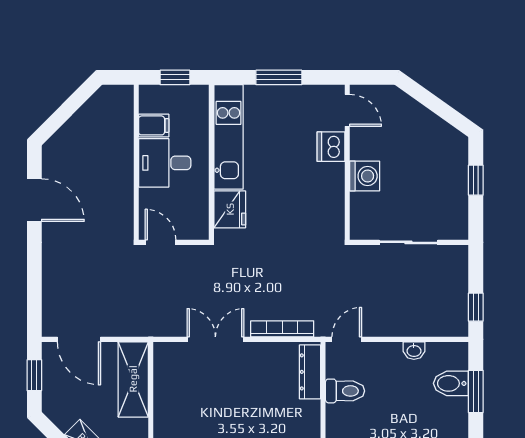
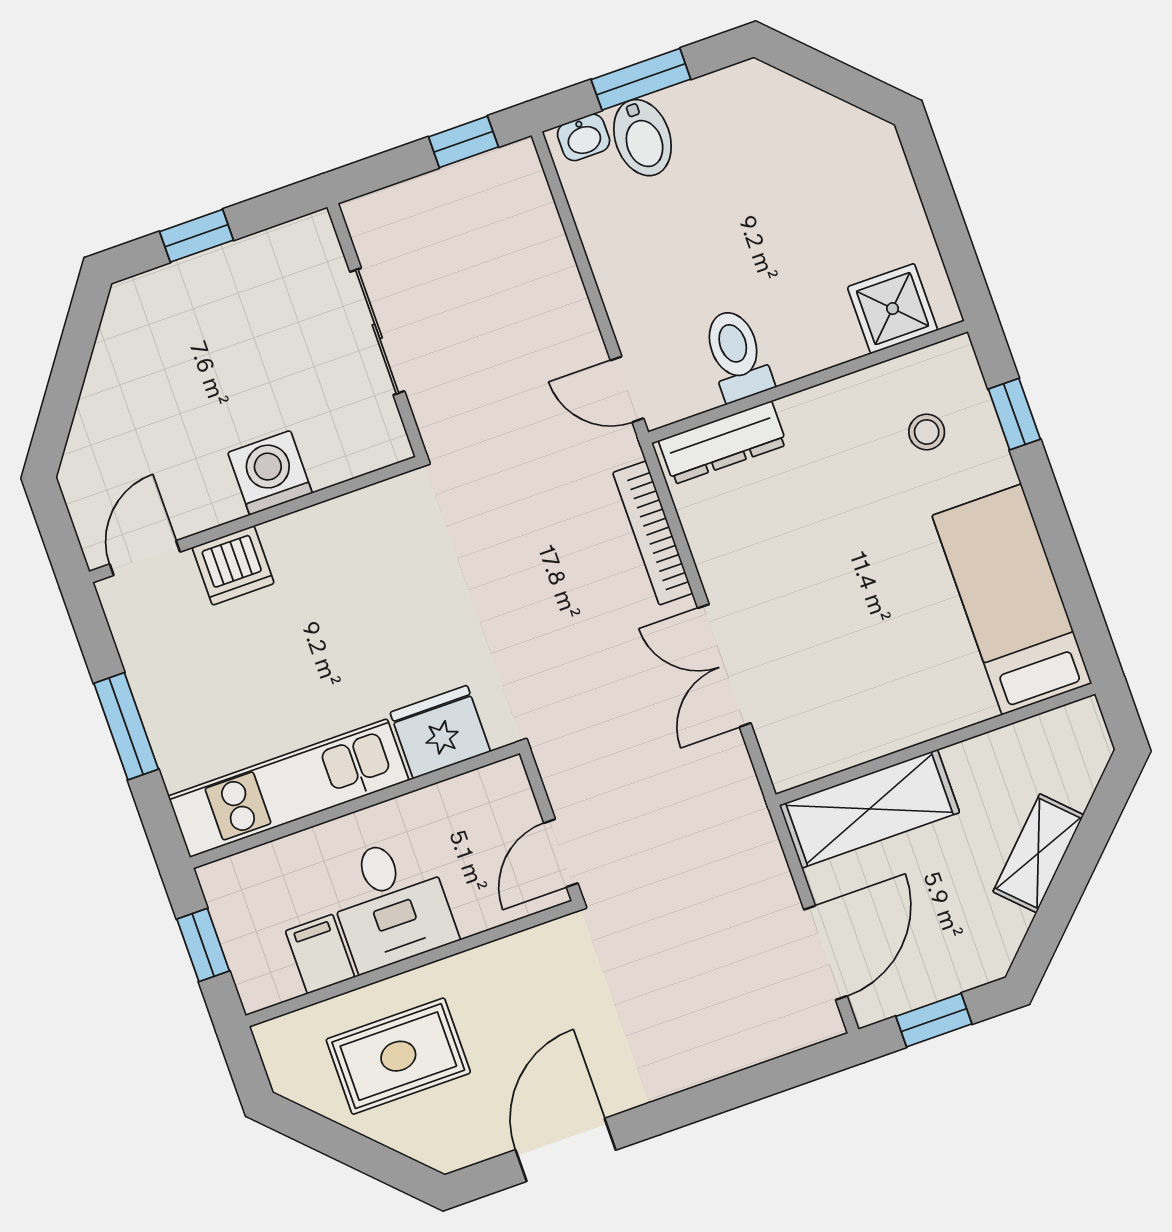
rug: (99, 143) -> (398, 1056), added
washbasin: (414, 351) -> (584, 137), moved, turned 90

